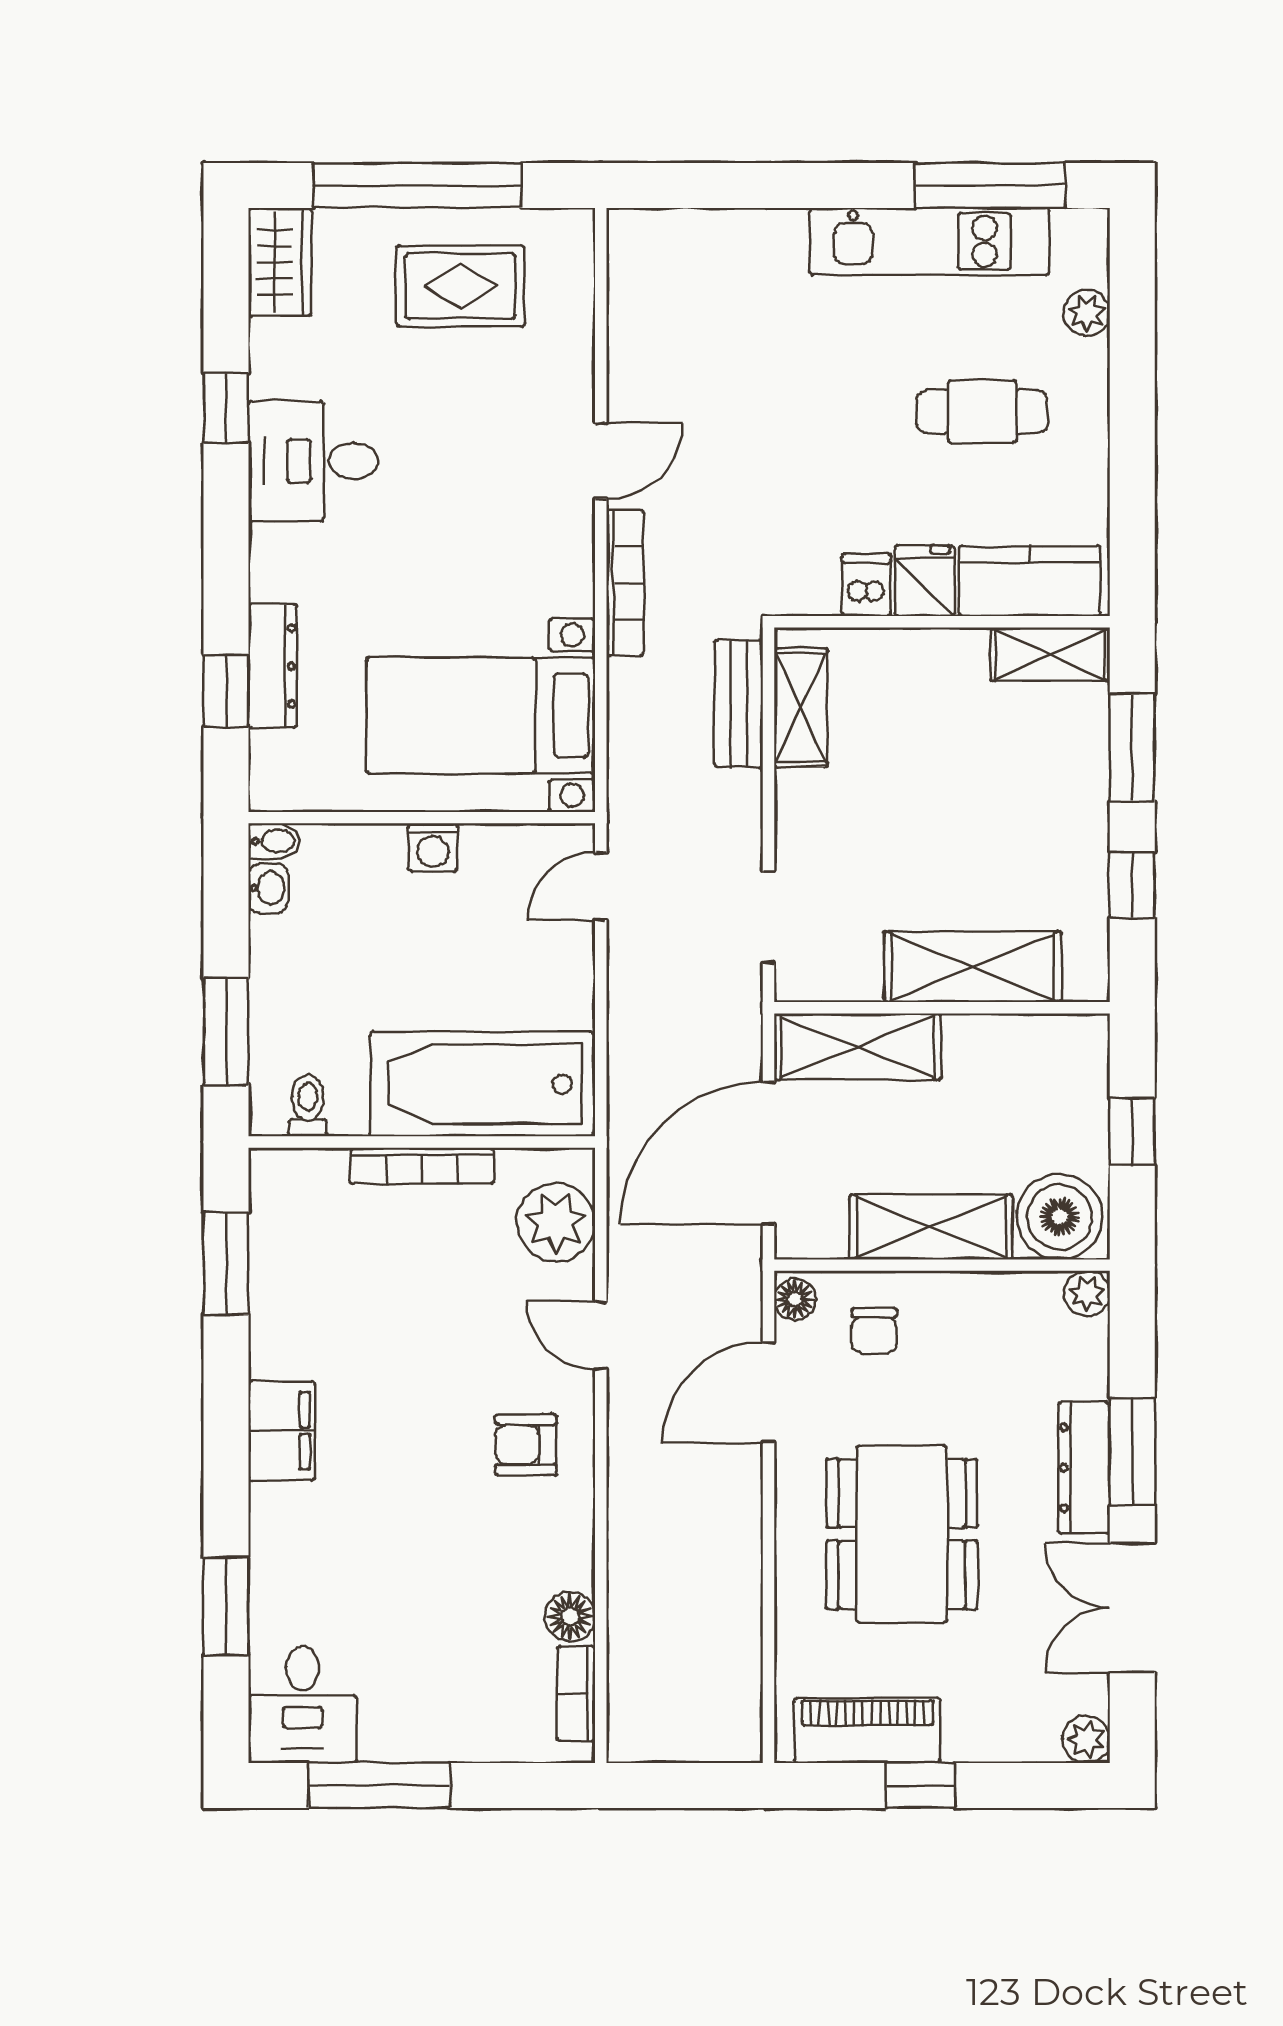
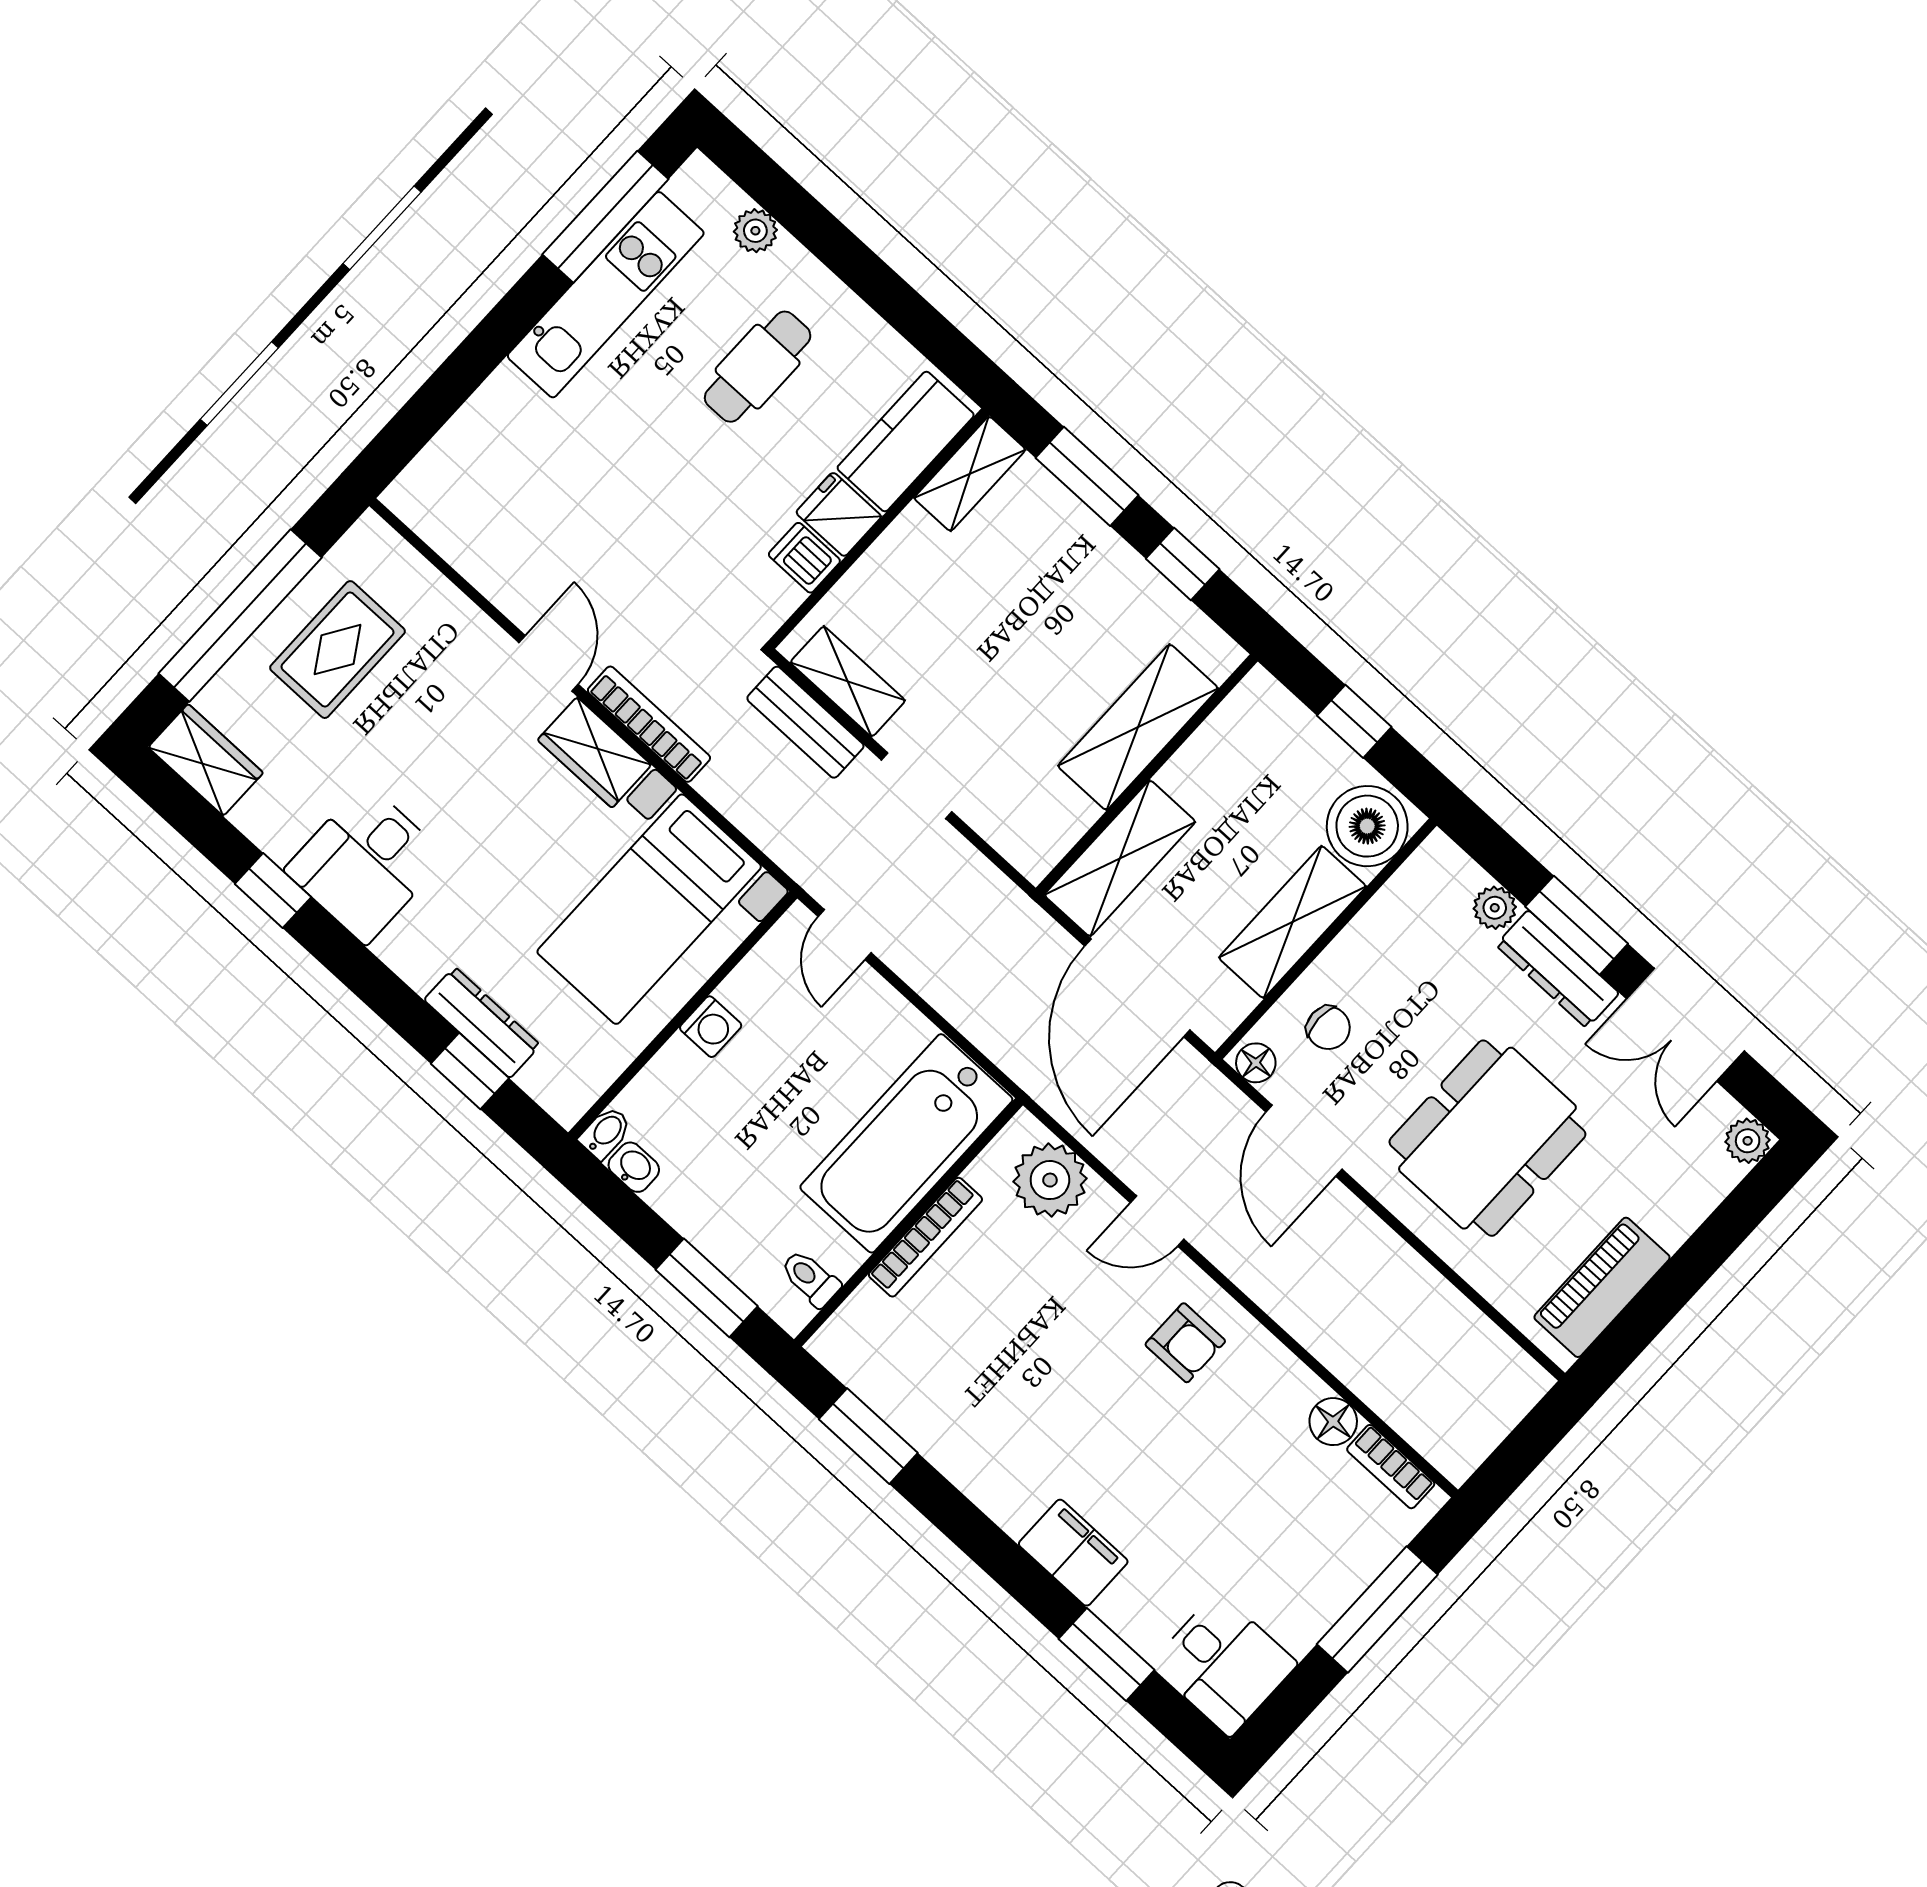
wardrobe: (564, 560) -> (594, 752), added
doorway: (769, 917) -> (917, 786), moved
plant: (1087, 1293) -> (1495, 908), moved
filing cabinet: (282, 1431) -> (1073, 1553), moved
armchair: (526, 1445) -> (1185, 1343), turned -90
dining table: (902, 1534) -> (1487, 1138), turned 90
window: (379, 1785) -> (1377, 1609), moved
window: (921, 1785) -> (1674, 1285), removed

